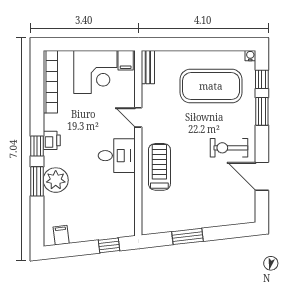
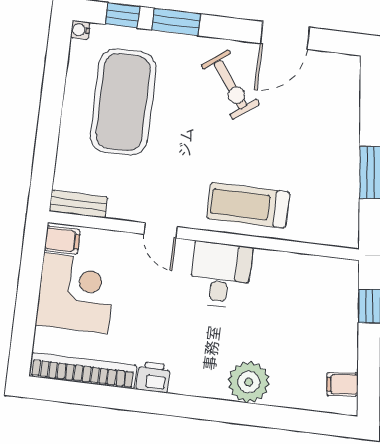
door: (138, 117) -> (161, 230), hinge flipped
printer: (52, 140) -> (153, 377), moved
window: (37, 146) -> (188, 406), removed
exercise bike: (229, 148) -> (230, 85), turned -37
window: (37, 181) -> (247, 414), removed

